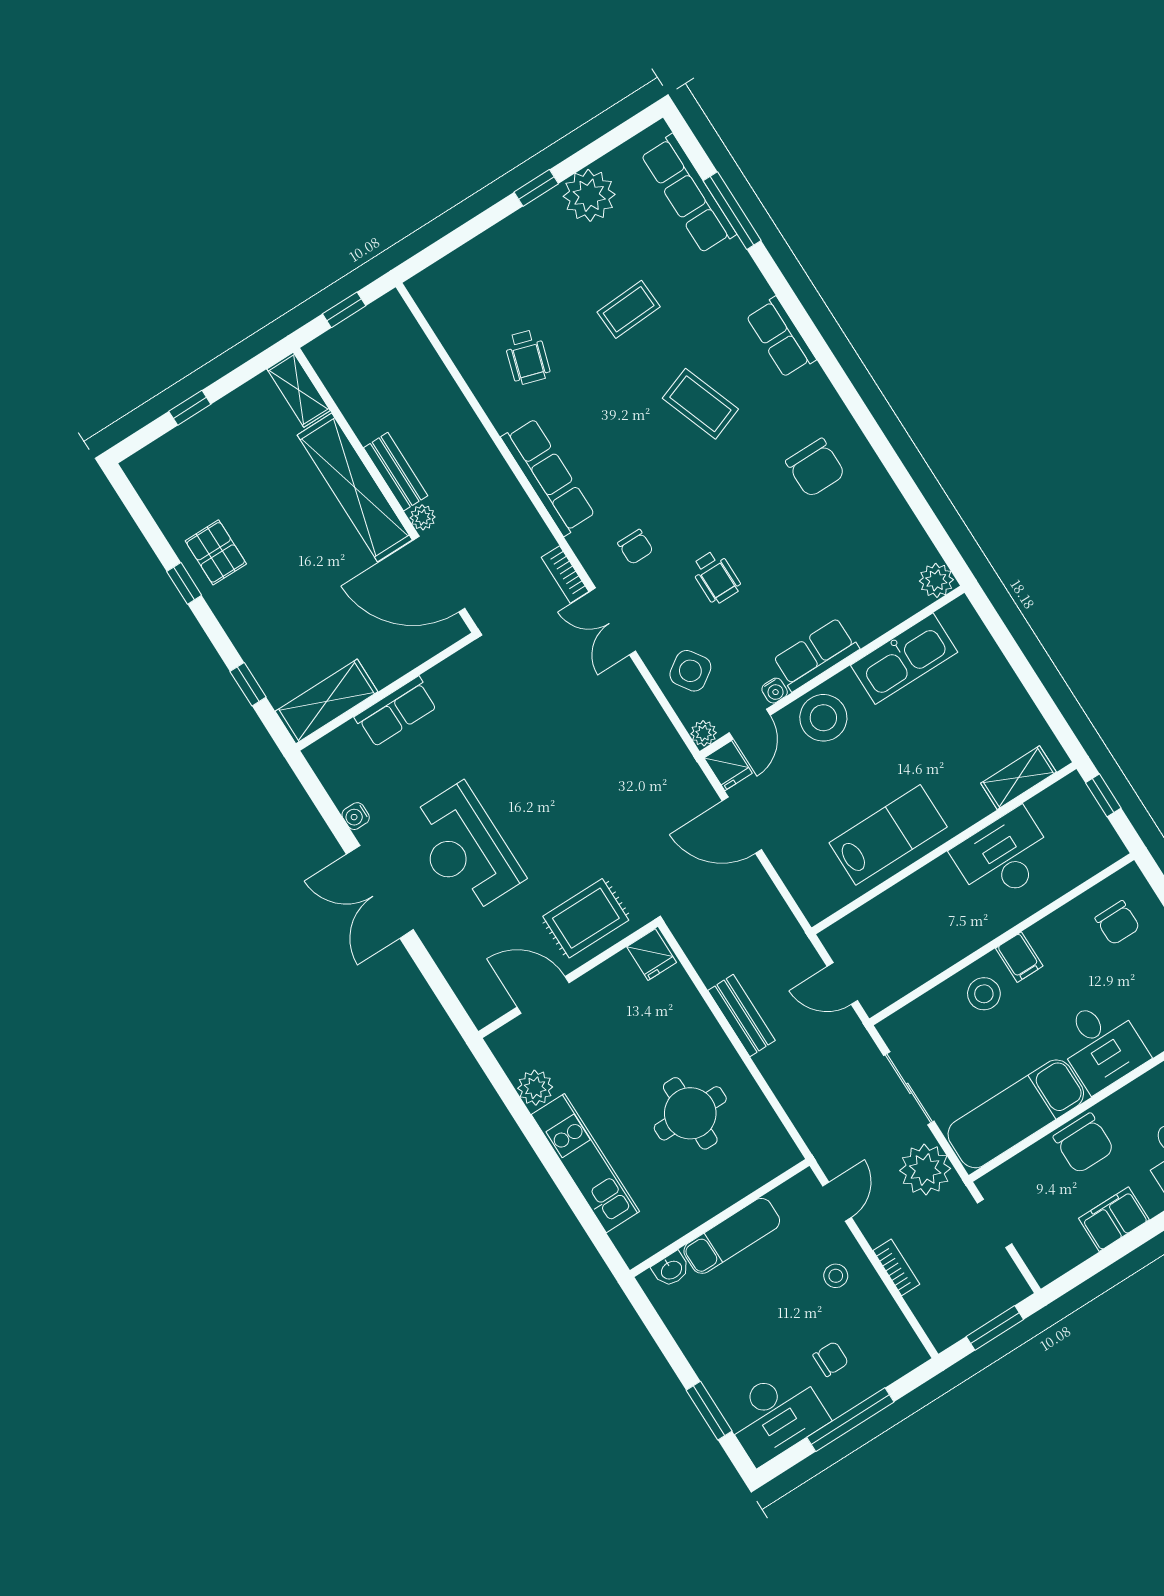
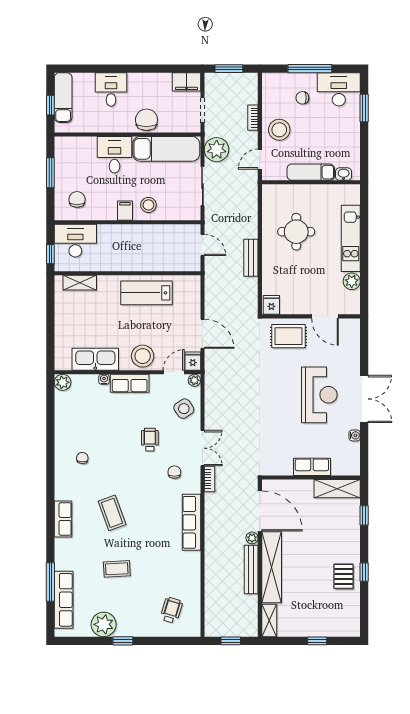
wheelchair: (527, 357) -> (171, 610), moved
chair: (815, 468) -> (82, 458), width x0.54, depth x0.54
bench: (396, 472) -> (251, 570), width x1.36
water cooler: (775, 691) -> (104, 379), moved
desk: (1004, 856) -> (75, 241), moved, turned 180
filing cabinet: (1114, 1219) -> (187, 82), moved
stool: (836, 1276) -> (279, 130), width x1.89, depth x1.89

